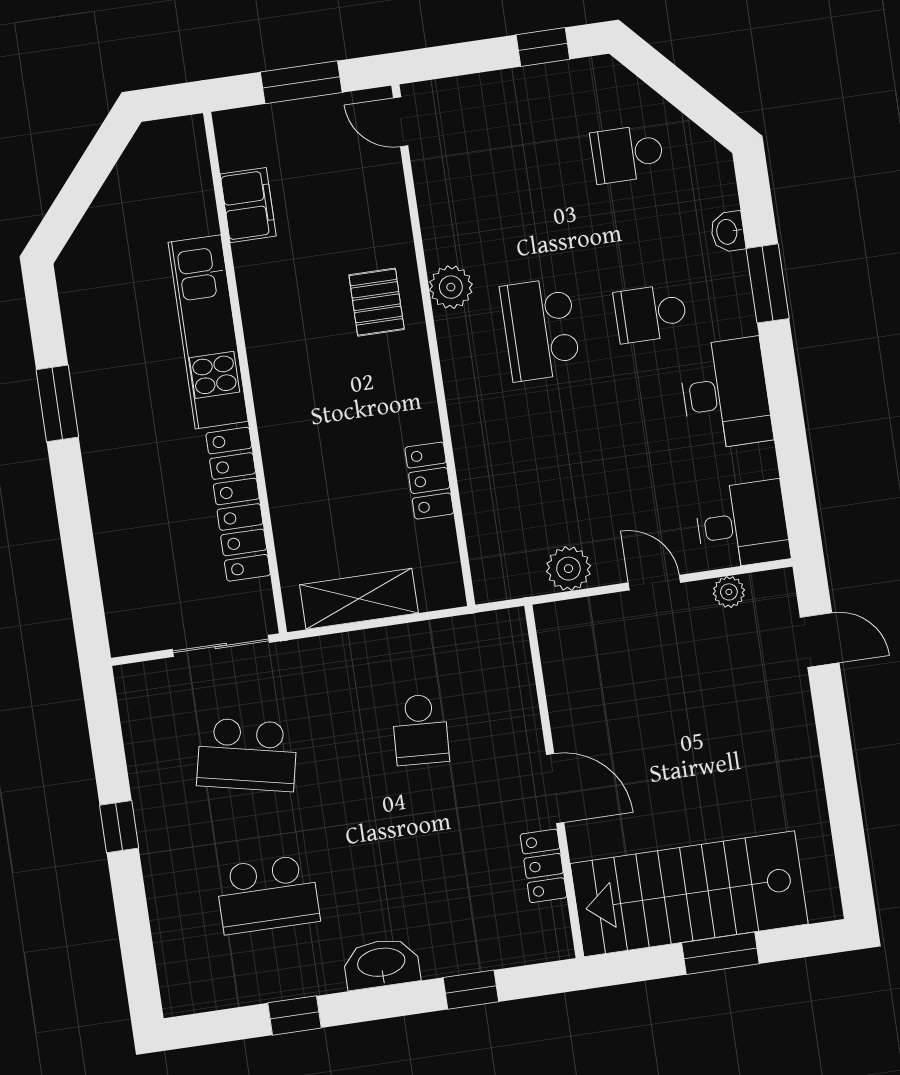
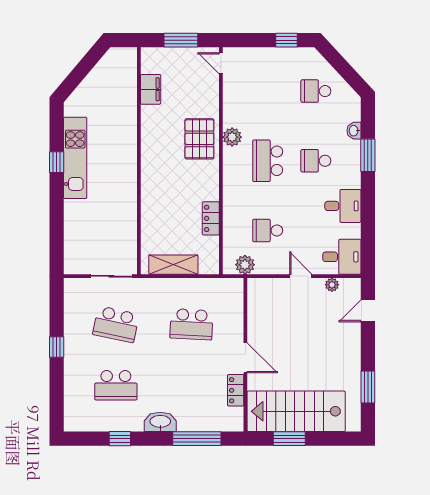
pallet: (377, 302) -> (199, 139), width x1.50, depth x1.42
kitchen unit: (208, 332) -> (75, 158), moved, turned 180
desk: (725, 394) -> (343, 206), width x0.73
window: (57, 403) -> (57, 162), width x0.67
school desk: (563, 489) -> (268, 230), added
locker: (238, 504) -> (128, 217), removed
plant: (568, 569) -> (245, 265), moved
door: (820, 640) -> (368, 311), swing flipped
school desk: (420, 729) -> (191, 324), width x1.85
window: (845, 814) -> (368, 387), added
window: (720, 953) -> (289, 439), moved
window: (471, 990) -> (197, 439), width x2.17

